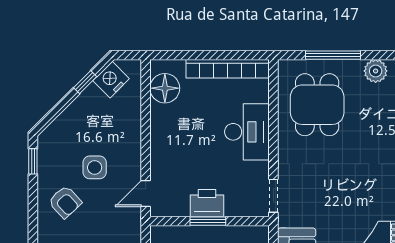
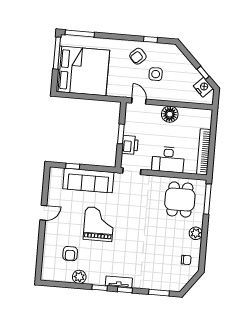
window: (333, 55) -> (207, 199), moved
floor lamp: (165, 88) -> (170, 114), moved
dining table: (317, 105) -> (180, 200), turned 90
window: (33, 161) -> (151, 39), moved
printer: (207, 203) -> (130, 145), moved

